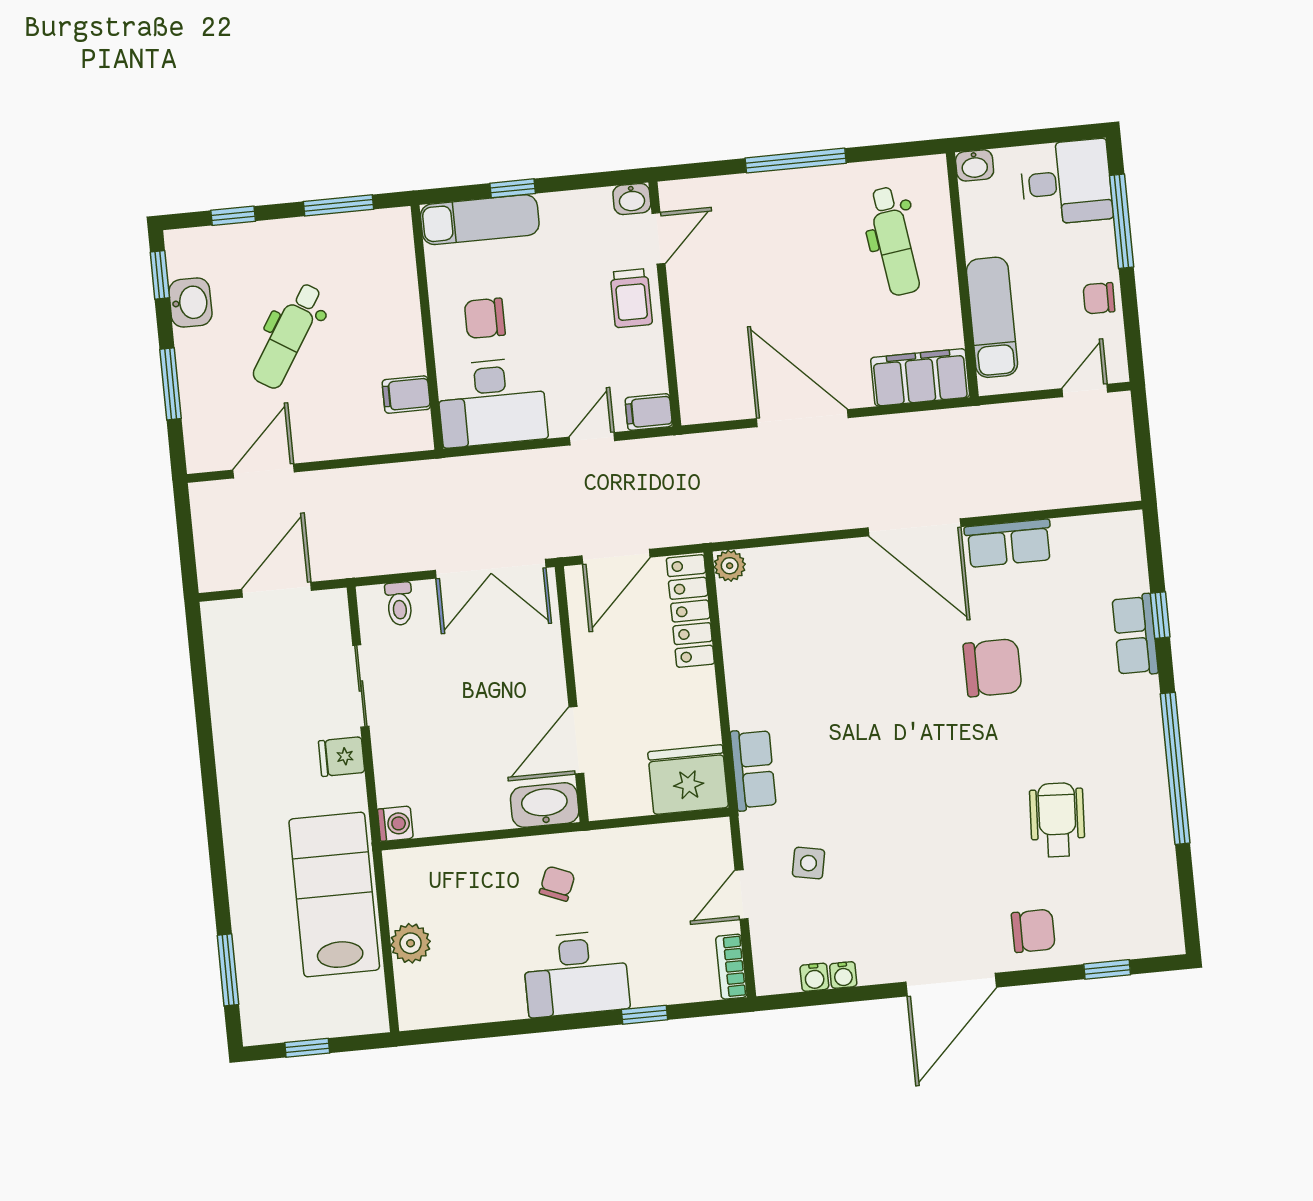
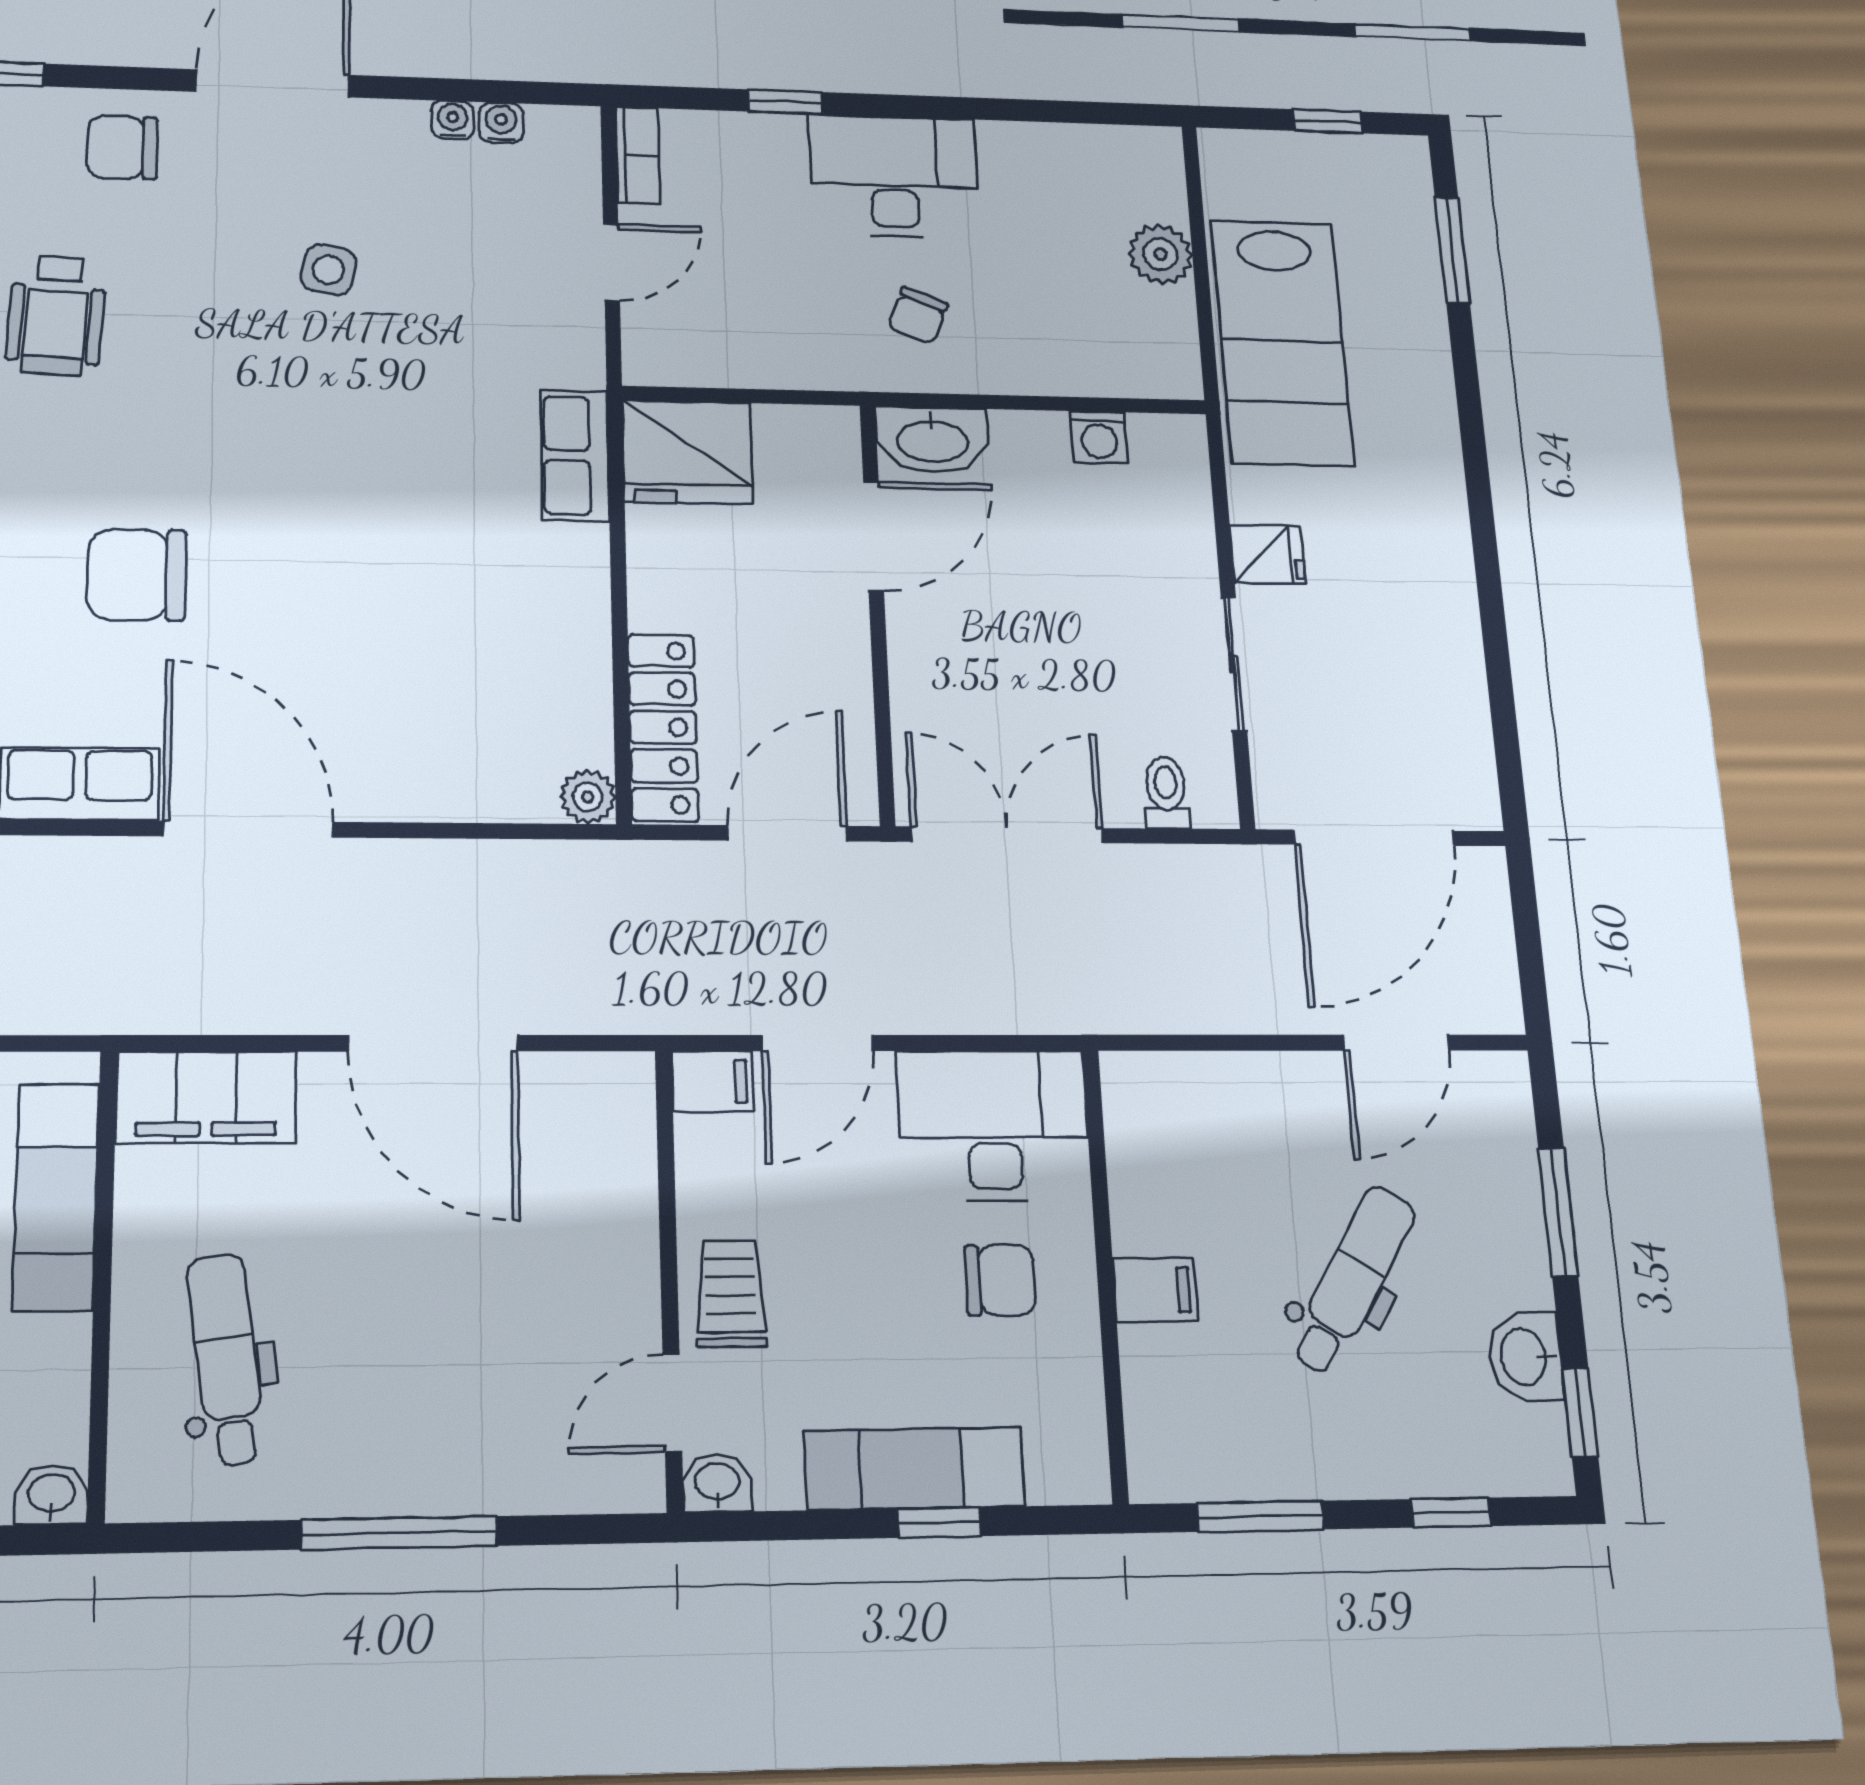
exam couch: (480, 220) -> (914, 1468), moved
filing cabinet: (406, 395) -> (1155, 1290), moved
door: (592, 439) -> (818, 1043), width x1.37
door: (277, 590) -> (1374, 838), width x1.36
washing machine: (395, 824) -> (1099, 437), moved, turned -90
side table: (809, 863) -> (328, 270), moved

